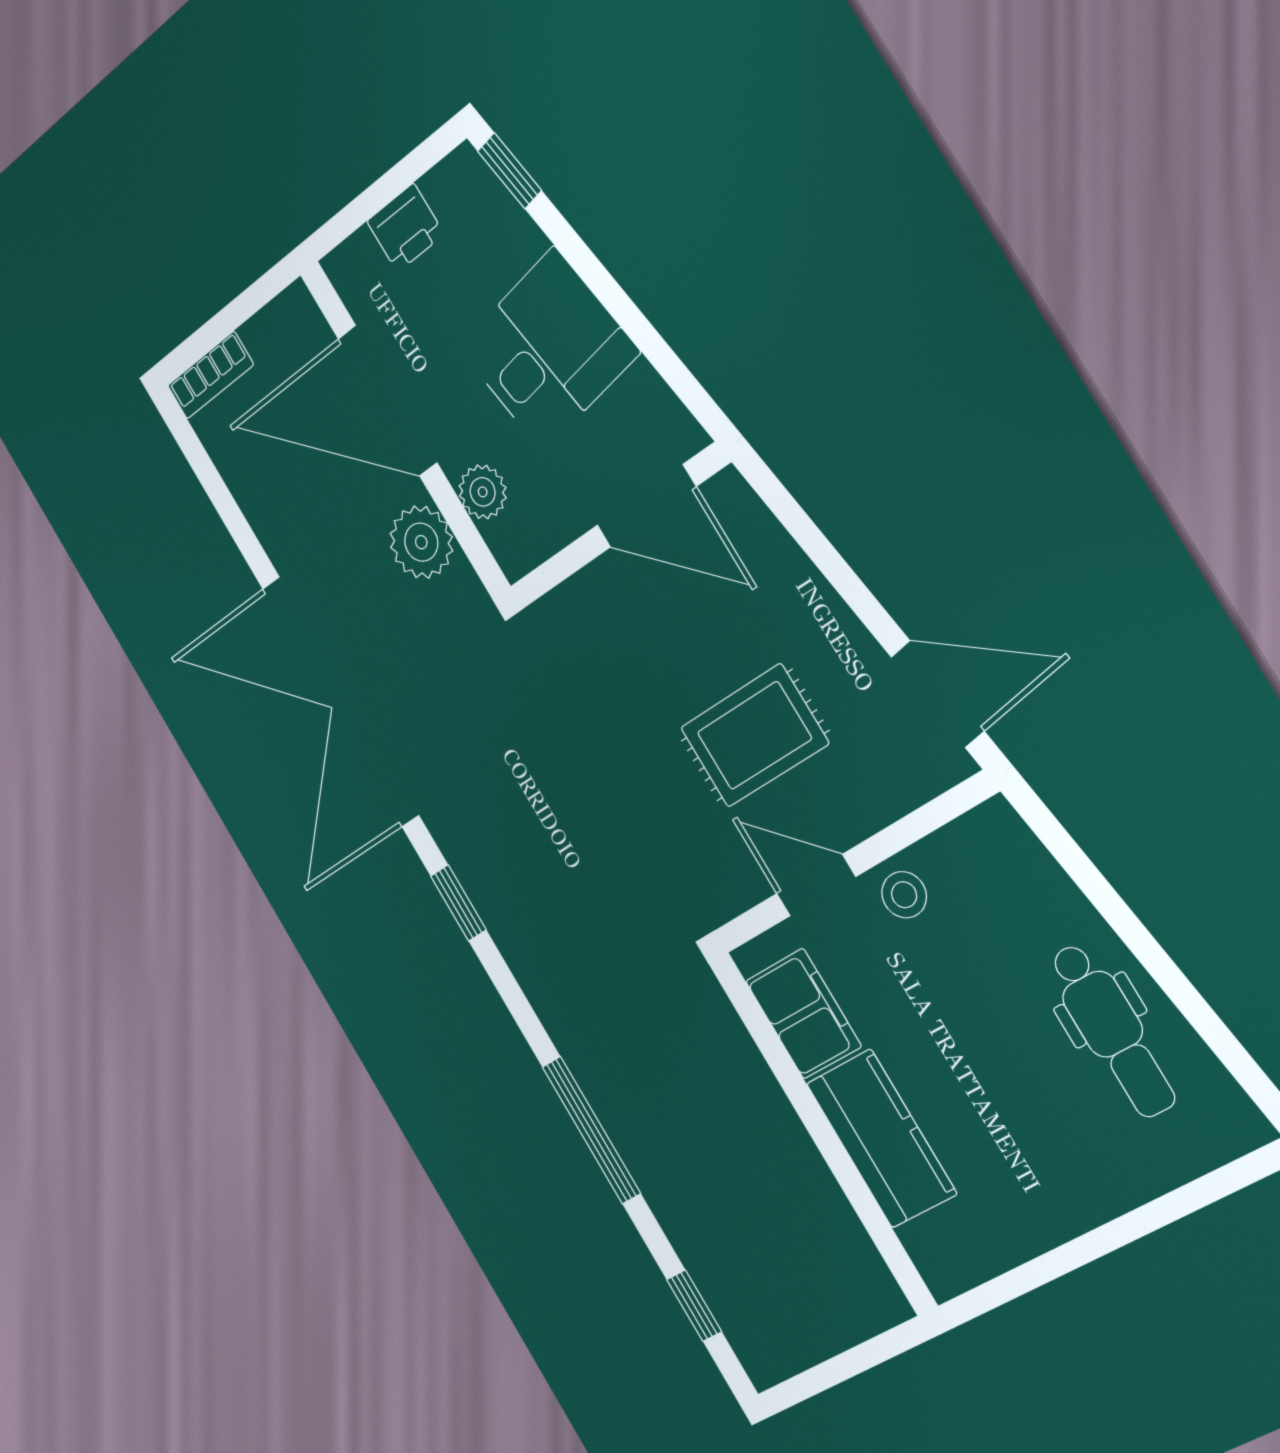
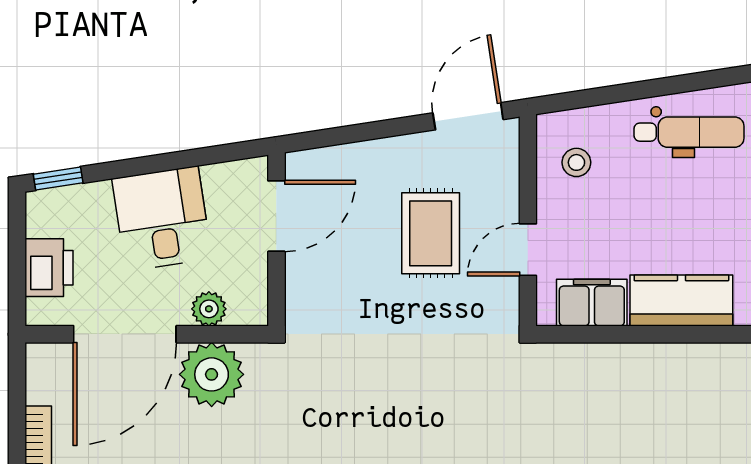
printer: (405, 228) -> (49, 268), width x1.36, depth x1.24
plant: (421, 542) -> (212, 374), width x1.36, depth x1.36
stool: (904, 895) -> (576, 162), moved

